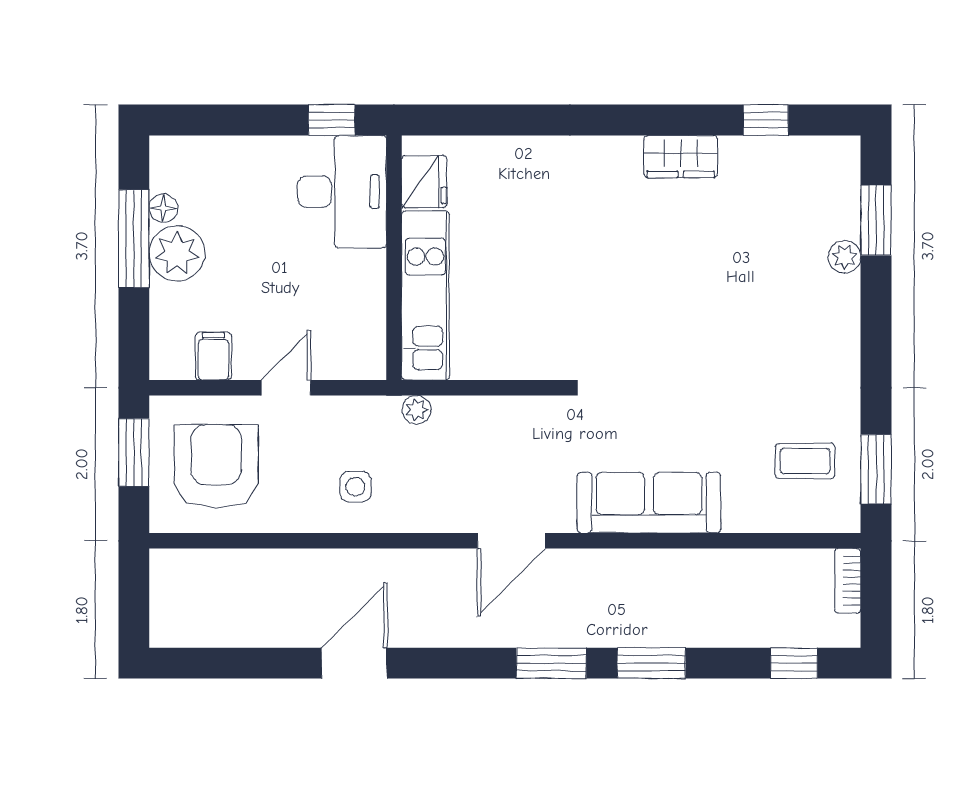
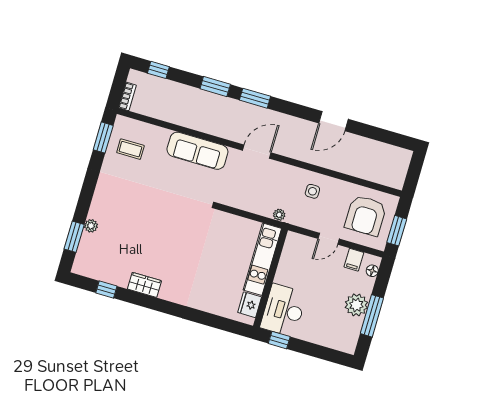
floor lamp: (163, 208) -> (372, 271), moved

